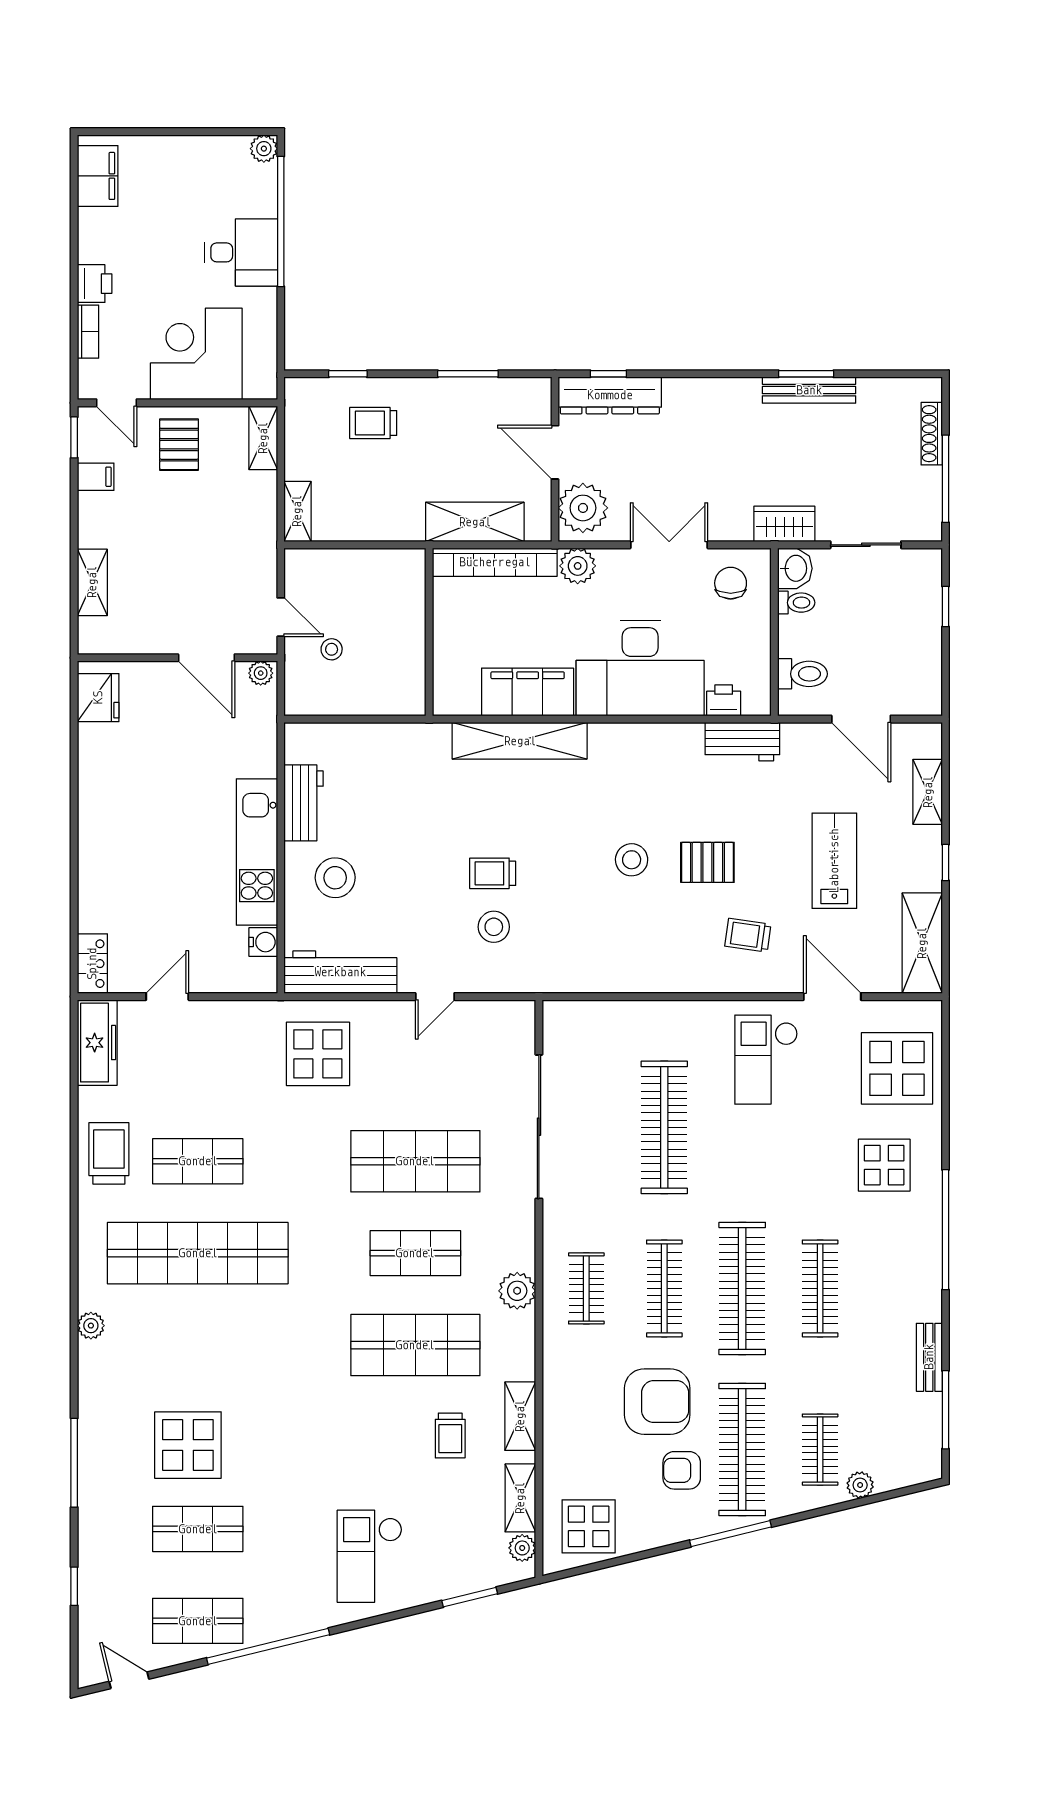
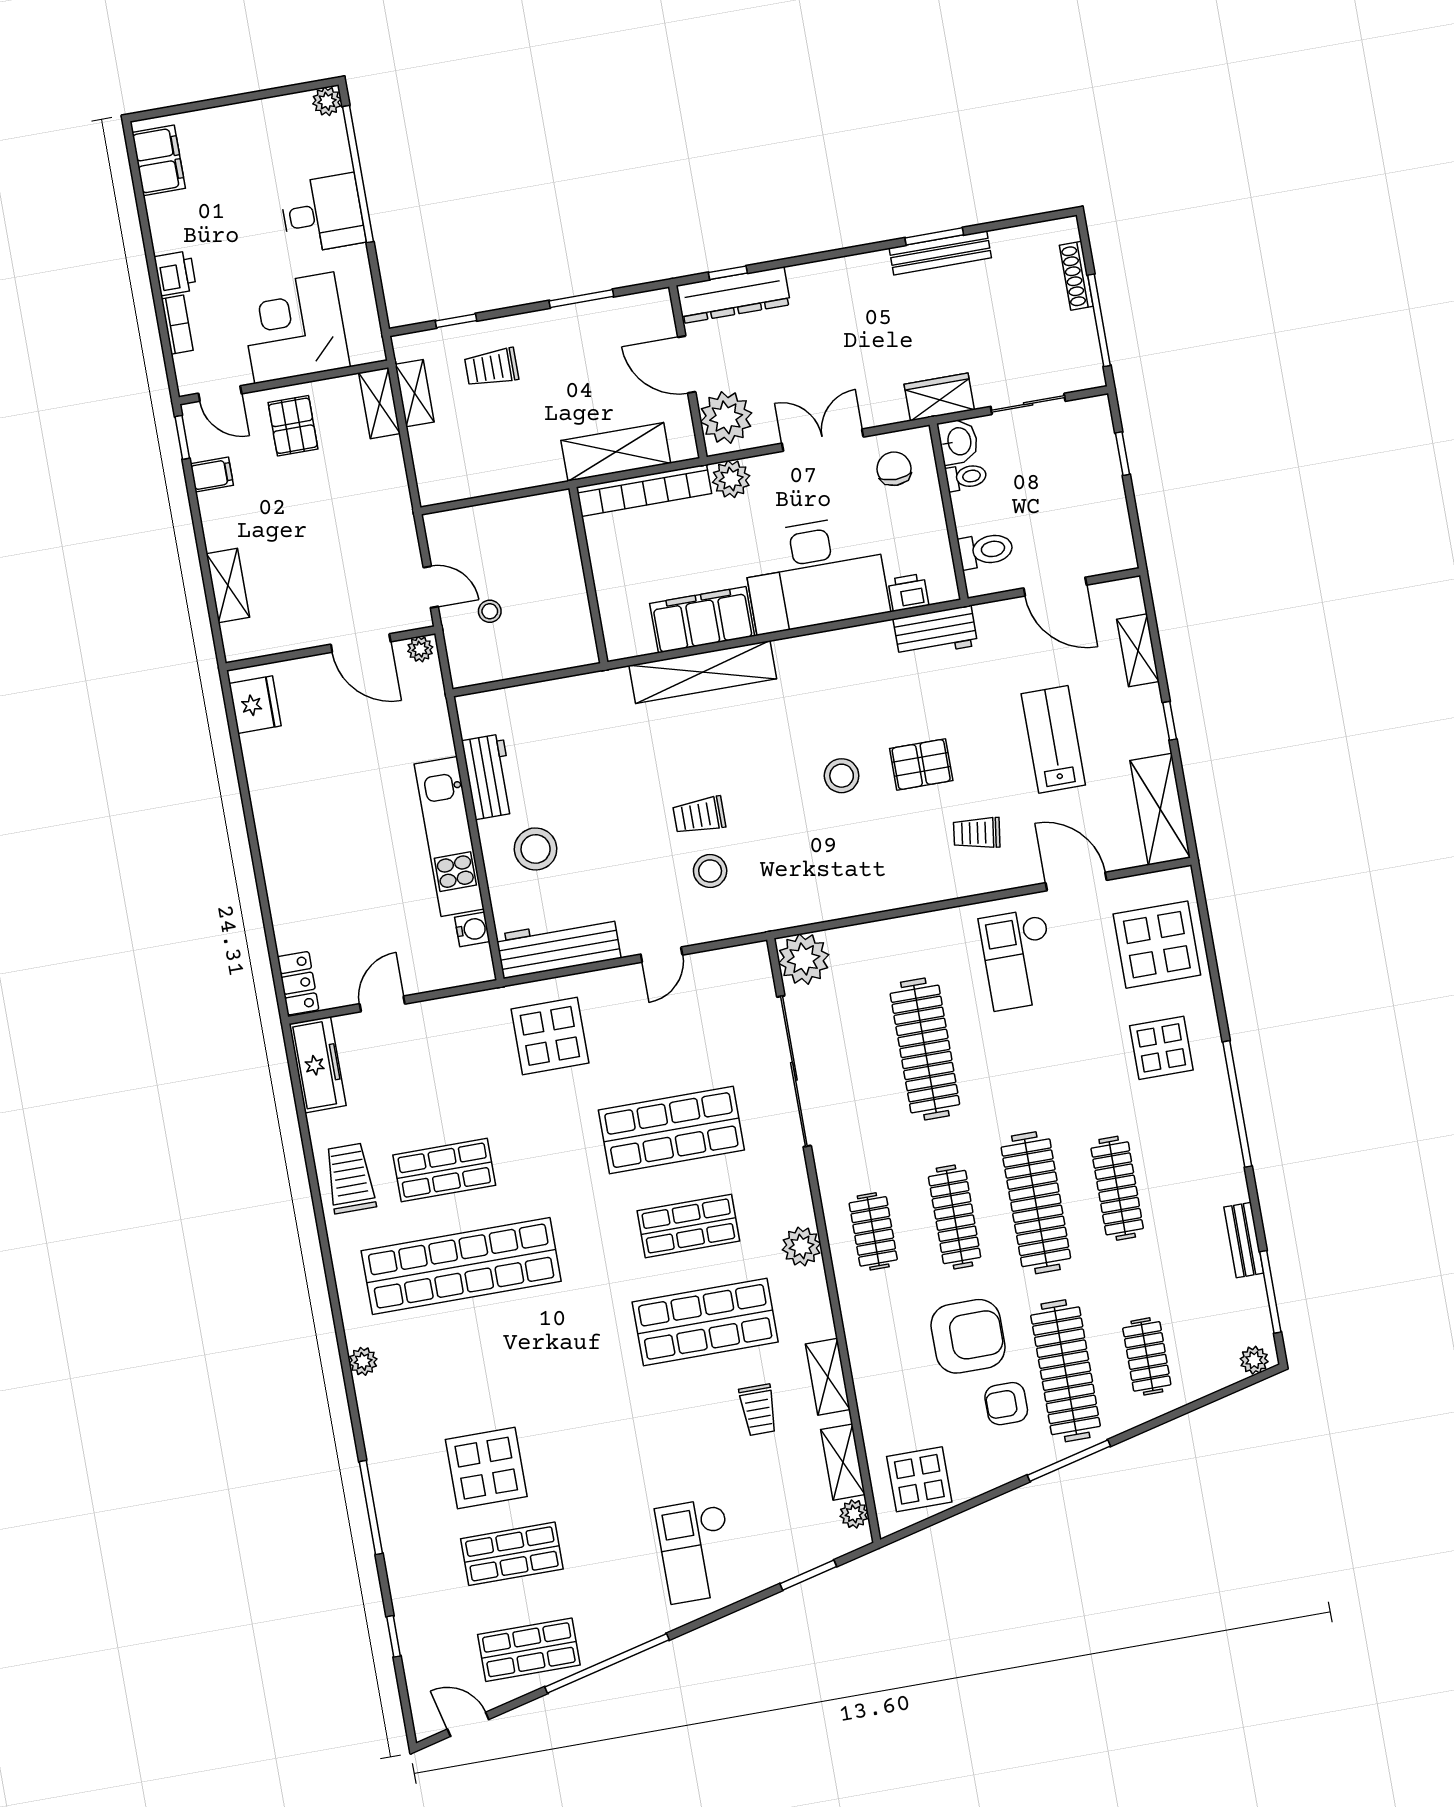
shelving: (297, 511) -> (415, 393), moved
plant: (566, 1024) -> (804, 959), added
plant: (860, 1485) -> (1254, 1360), moved

